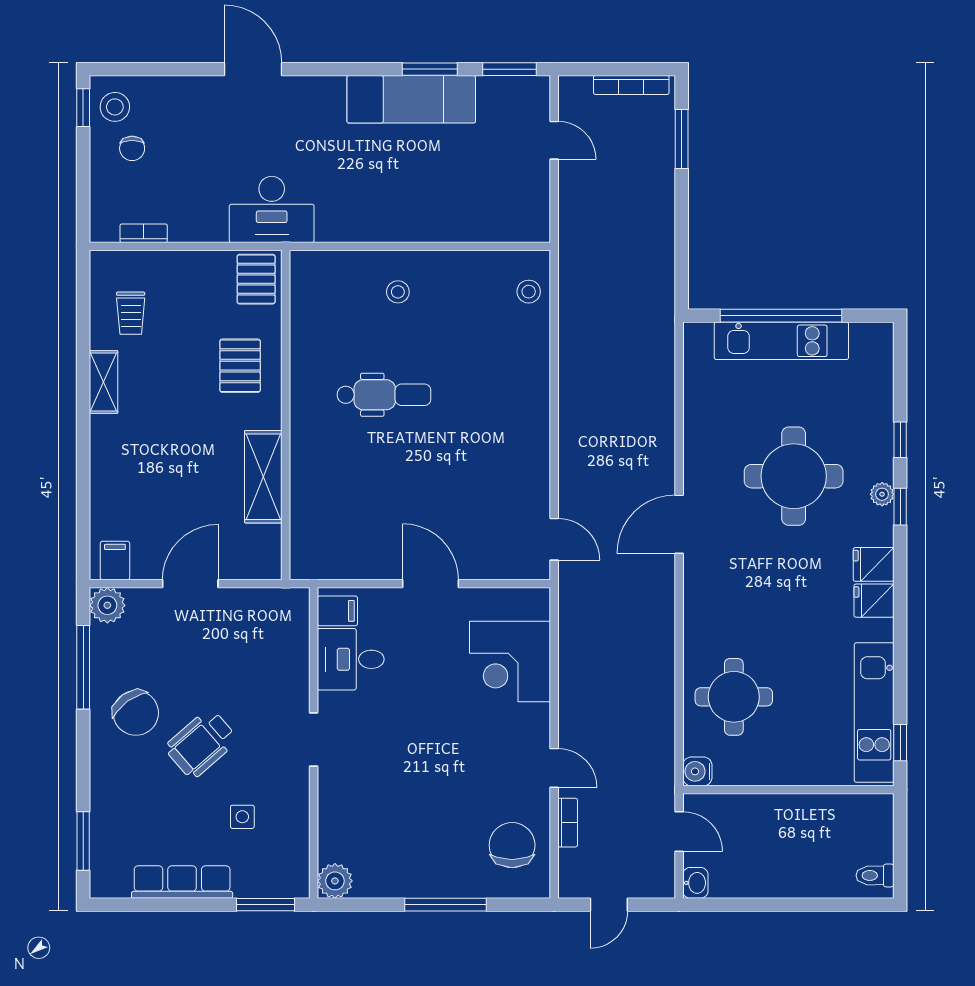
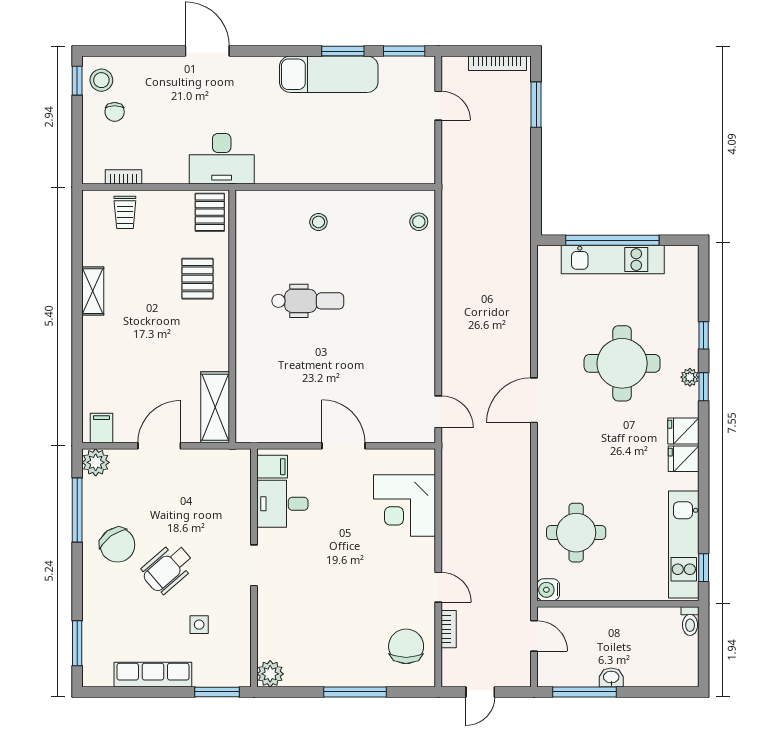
trolley: (131, 313) -> (125, 212), moved
shelving: (263, 477) -> (215, 407), moved
toilet: (875, 875) -> (690, 621), moved, turned -90
washbasin: (695, 883) -> (611, 678), moved, turned -90
window: (745, 905) -> (585, 692), added

